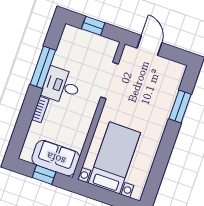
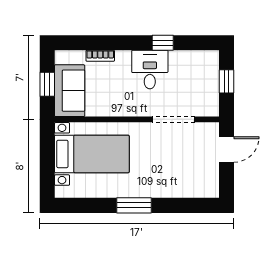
window: (43, 67) -> (163, 43), width x0.46
window: (180, 107) -> (134, 205), moved
bookcase: (40, 110) -> (100, 56), moved

